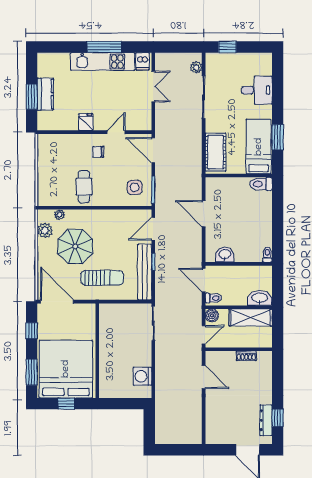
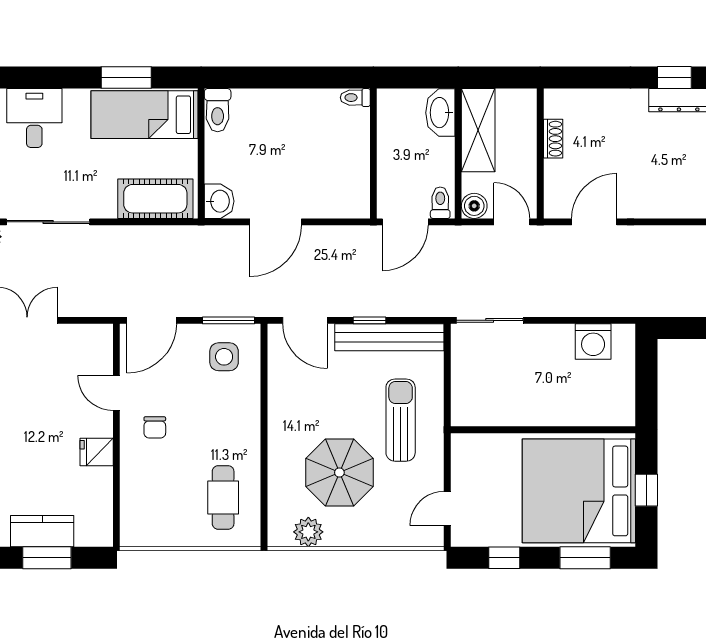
cafe table: (84, 187) -> (223, 497), moved, turned 90
plant: (59, 215) -> (277, 503), removed
washbasin: (225, 255) -> (219, 201), moved, turned 180
door: (57, 302) -> (447, 508), width x0.53

